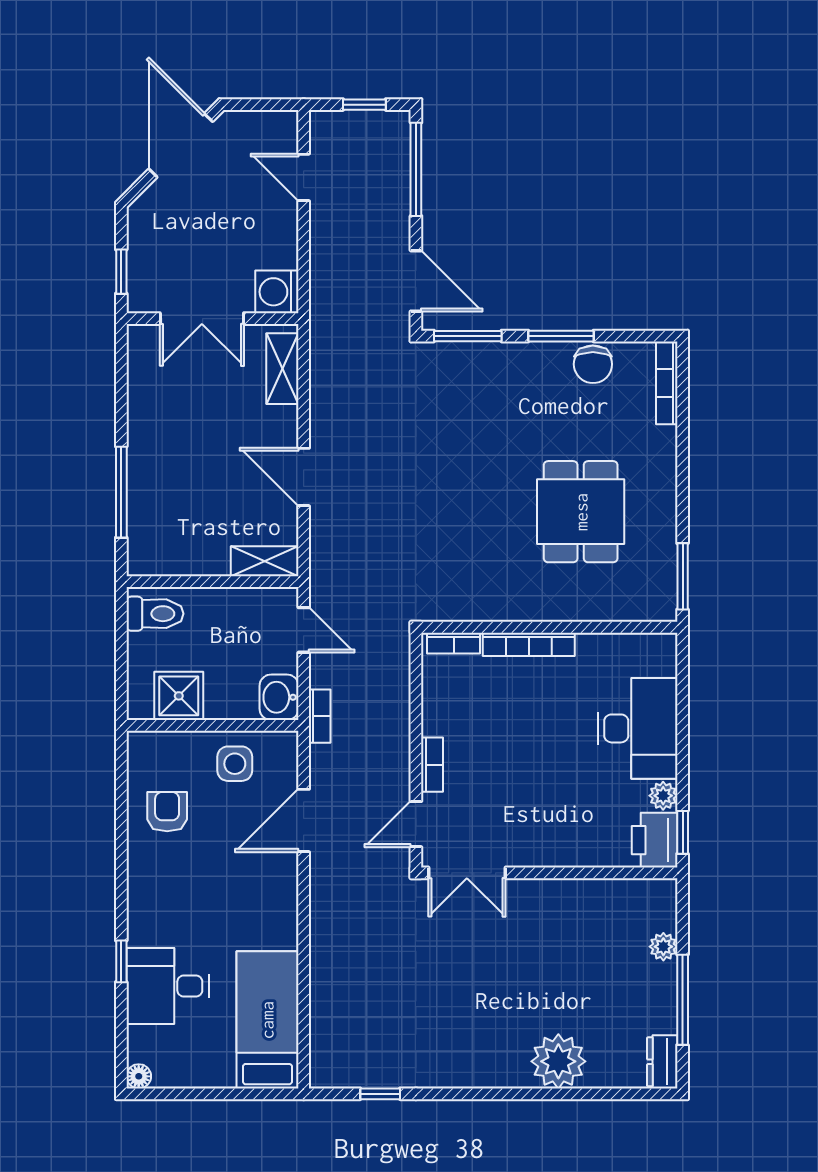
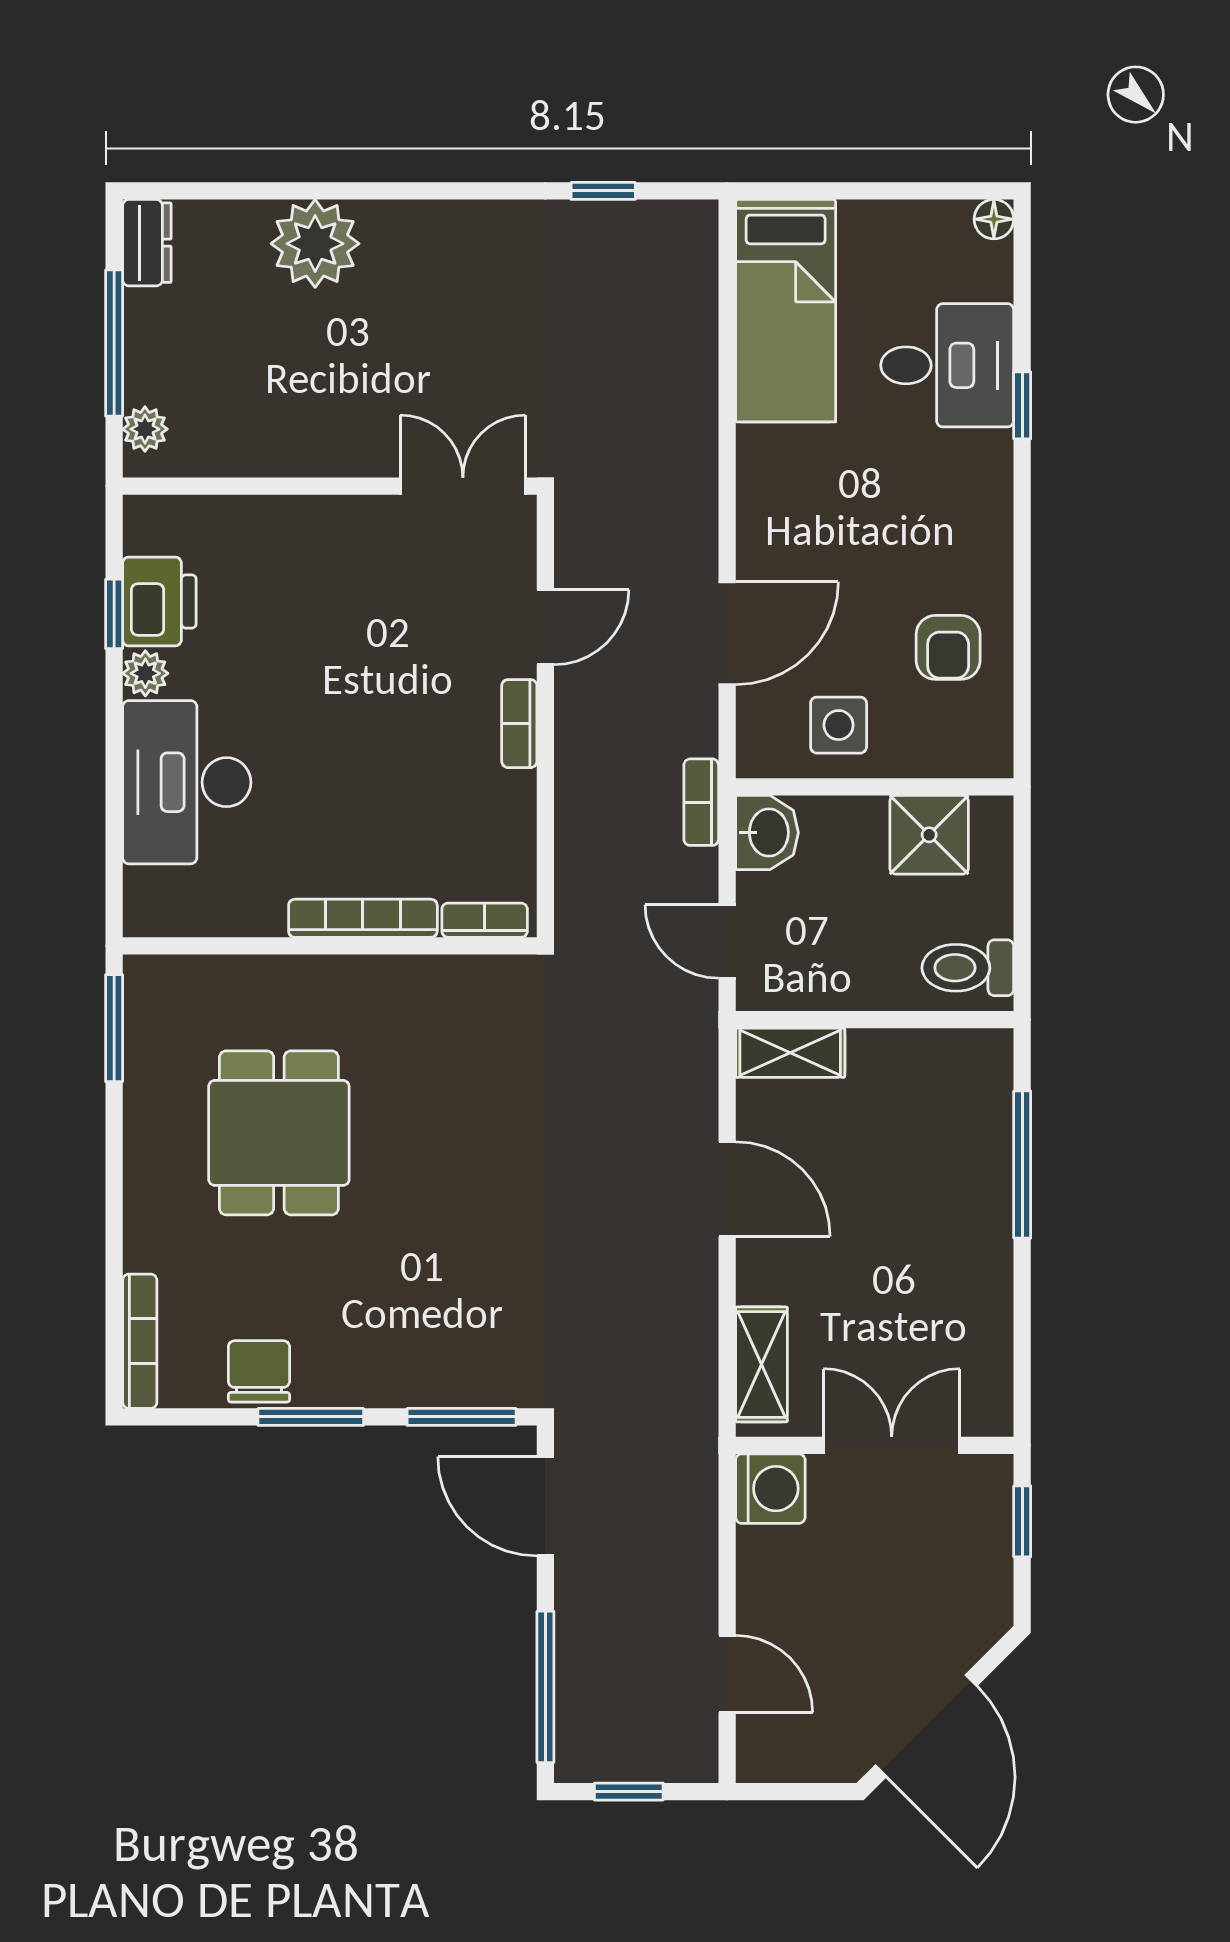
double door: (467, 873) -> (463, 486), moved
wall: (549, 873) -> (330, 486), moved

